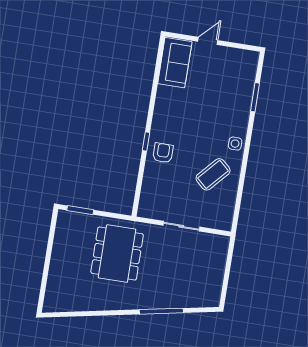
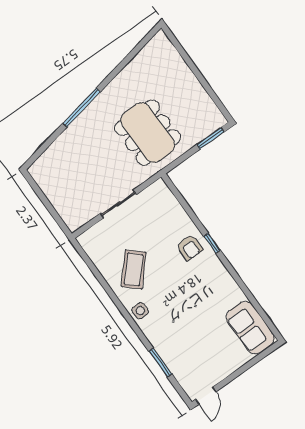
door: (208, 41) -> (206, 396), moved
window: (161, 311) -> (82, 107), moved

